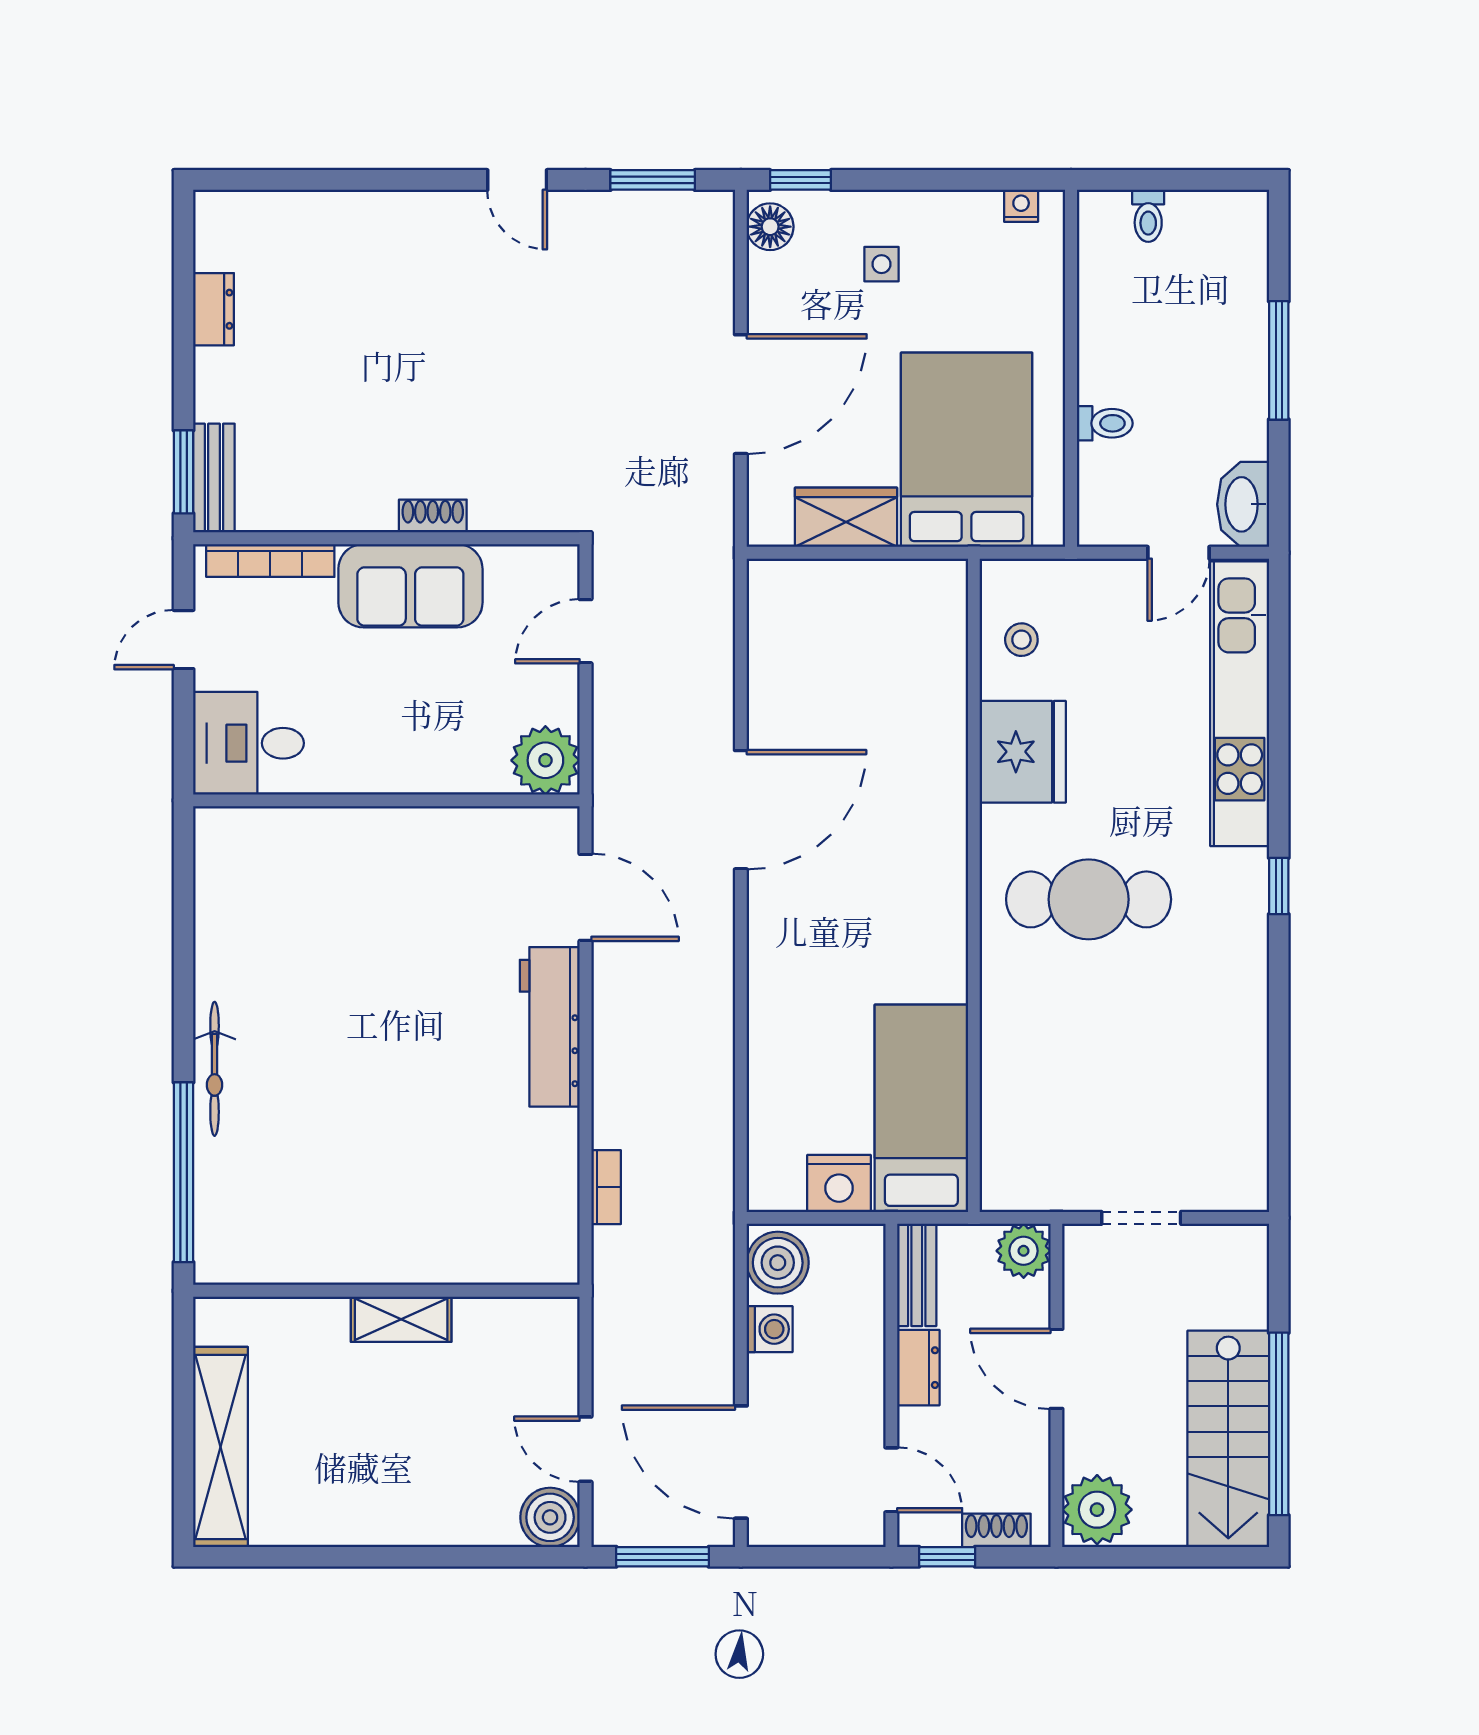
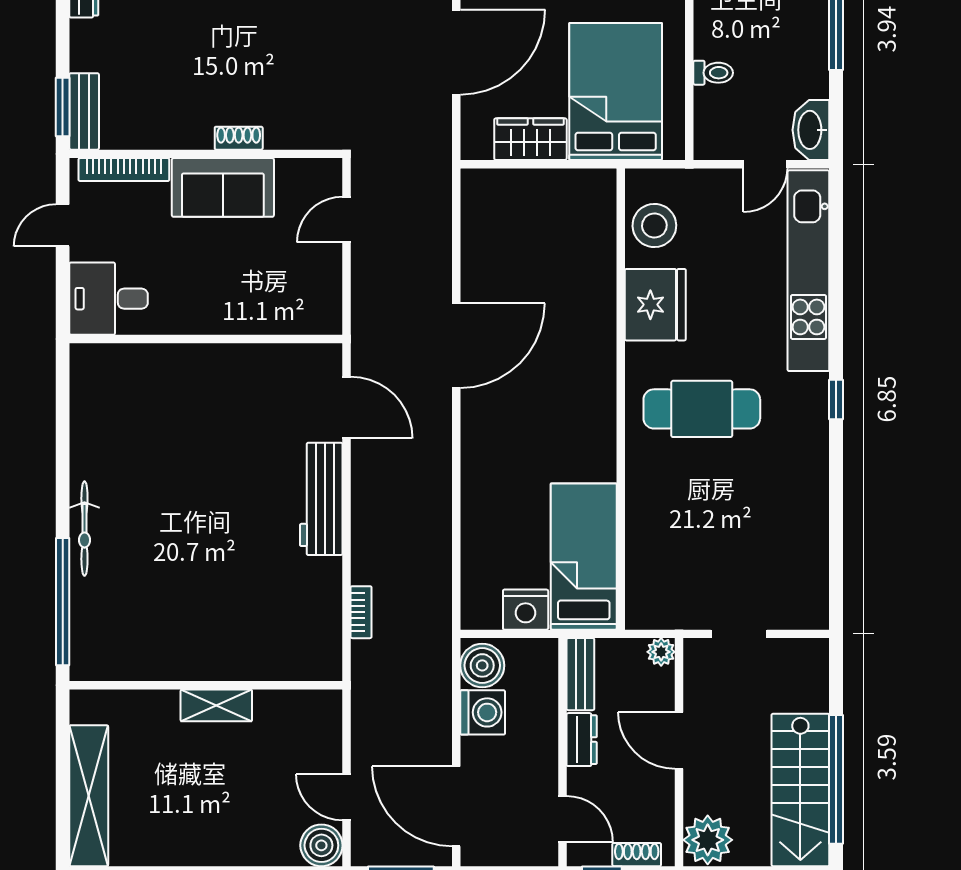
stool: (1021, 640) -> (654, 226), width x1.89, depth x1.89
plant: (545, 760) -> (318, 311), removed
plant: (1024, 1251) -> (661, 652), width x0.73, depth x0.73
washing machine: (770, 1329) -> (483, 712), width x1.38, depth x1.38

